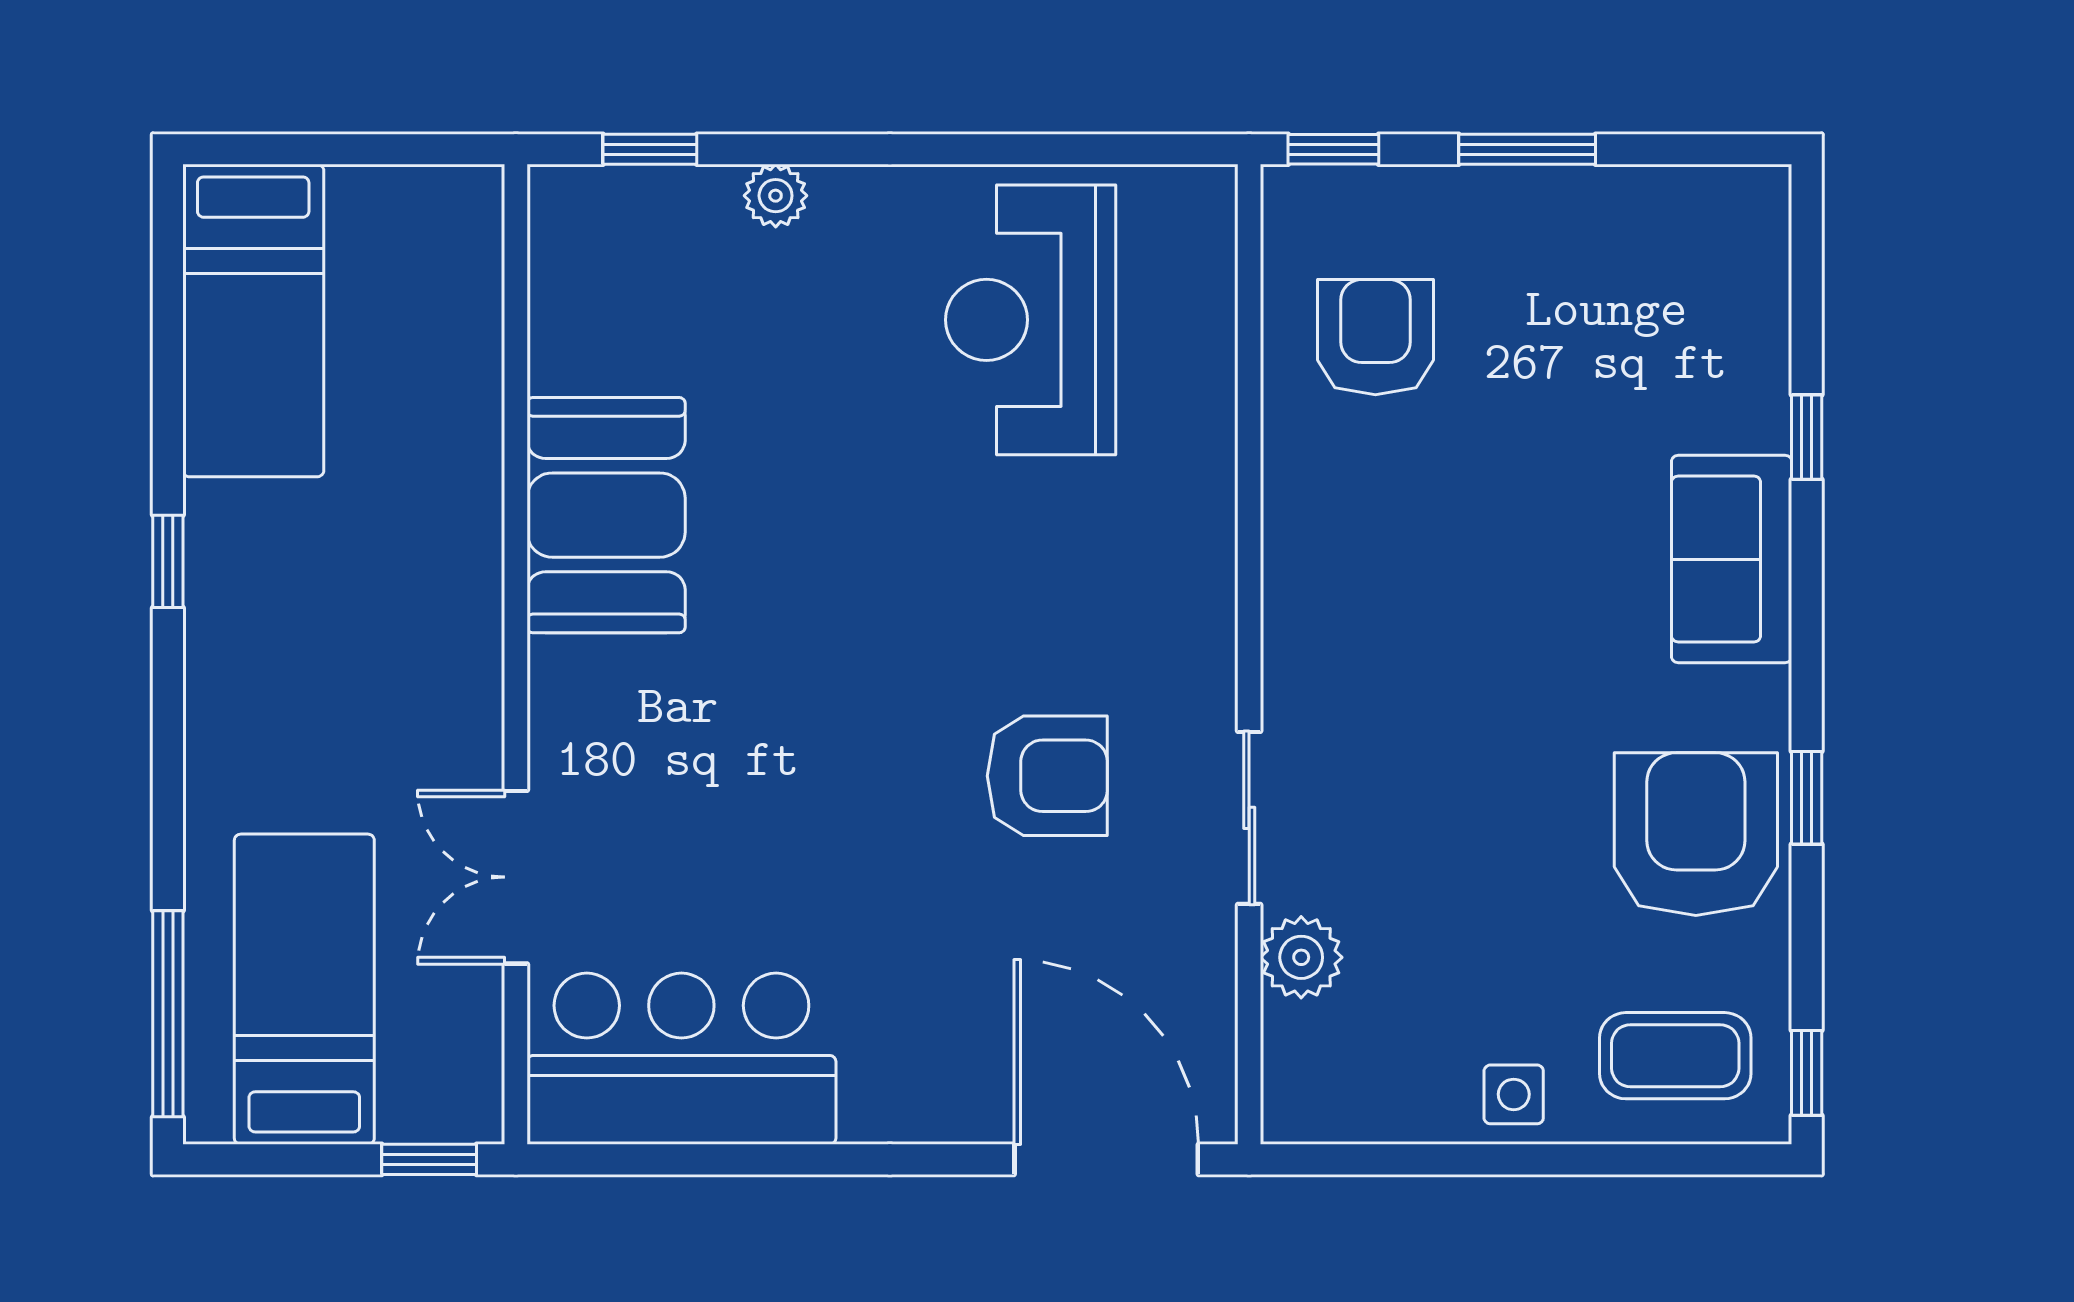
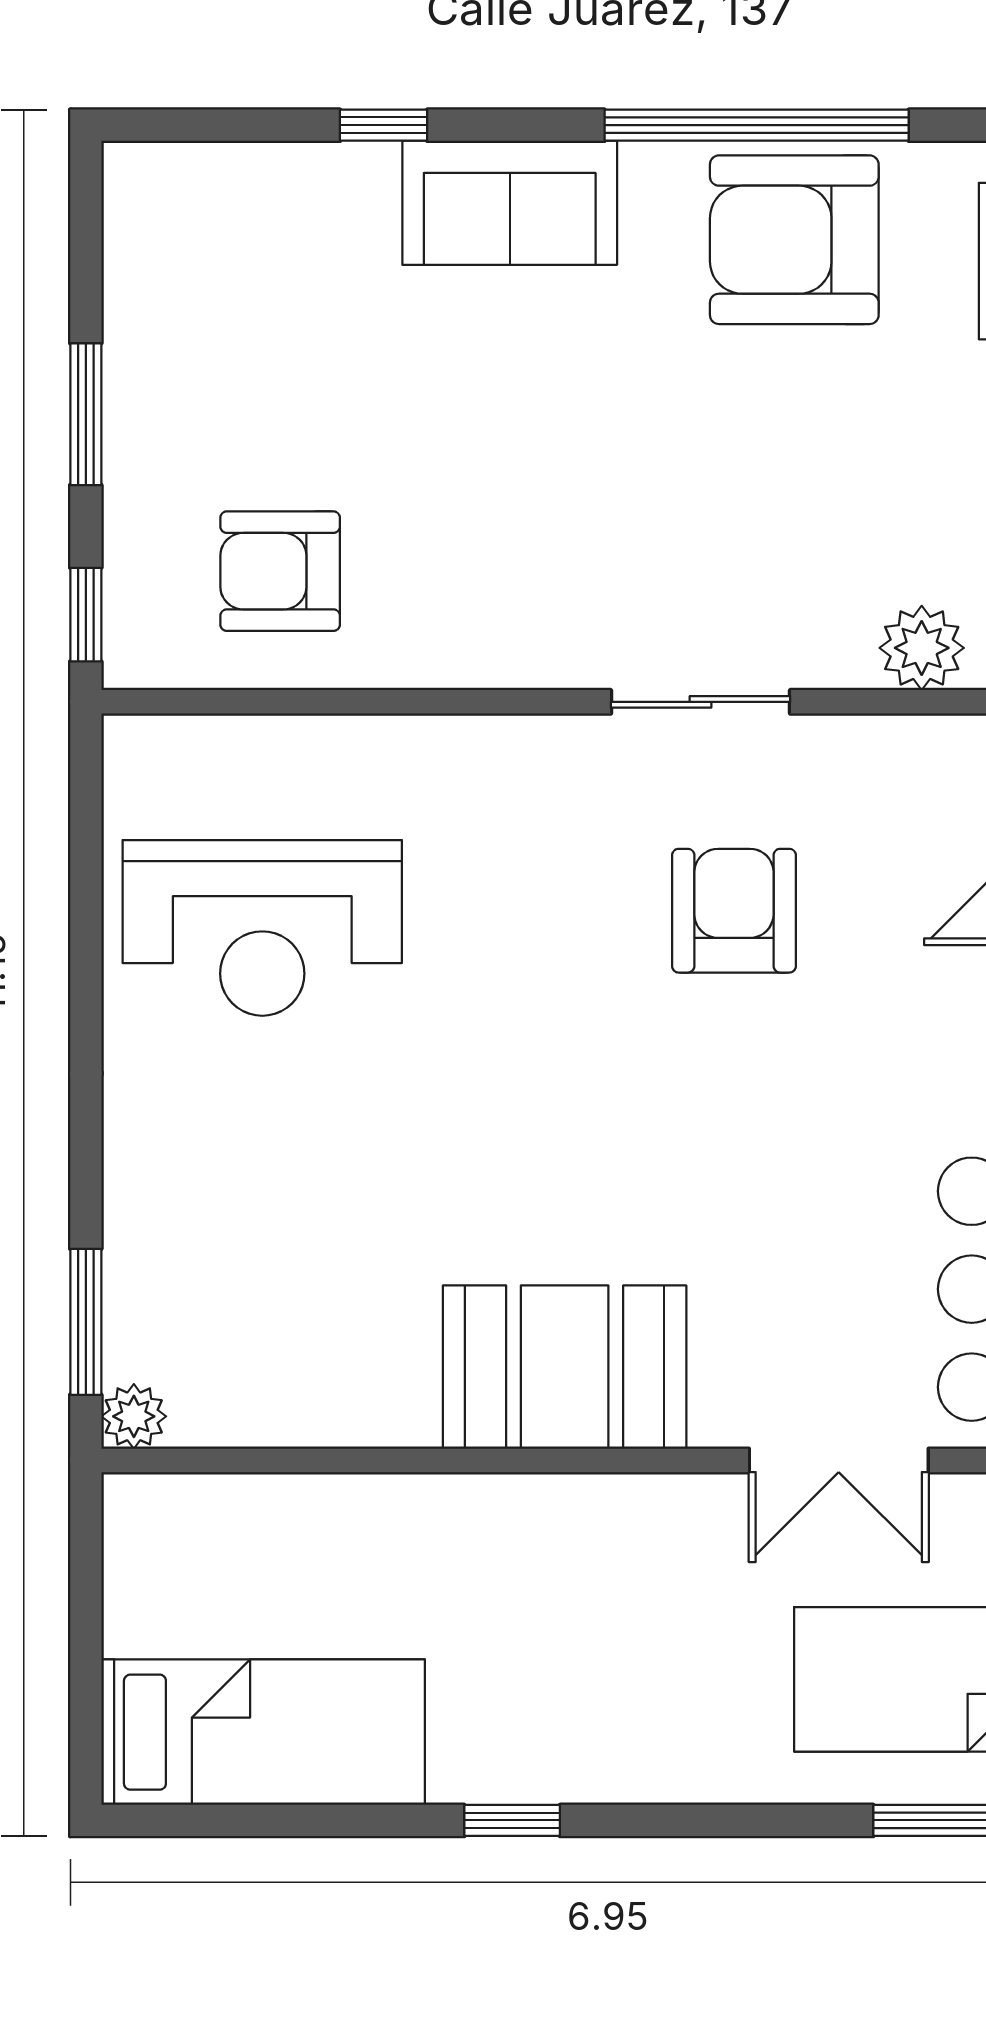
window: (650, 149) -> (86, 1322), width x1.50
plant: (776, 196) -> (134, 1416), moved
booth: (606, 515) -> (565, 1367), moved
window: (1807, 798) -> (757, 125), width x3.17
sliding door: (1249, 818) -> (700, 702), moved

